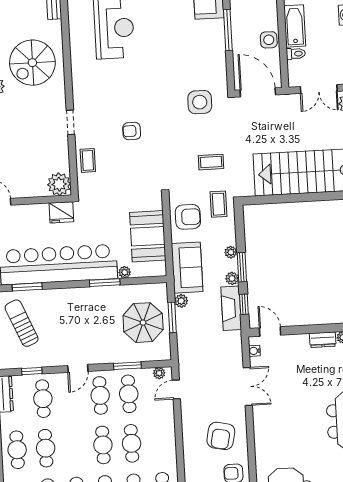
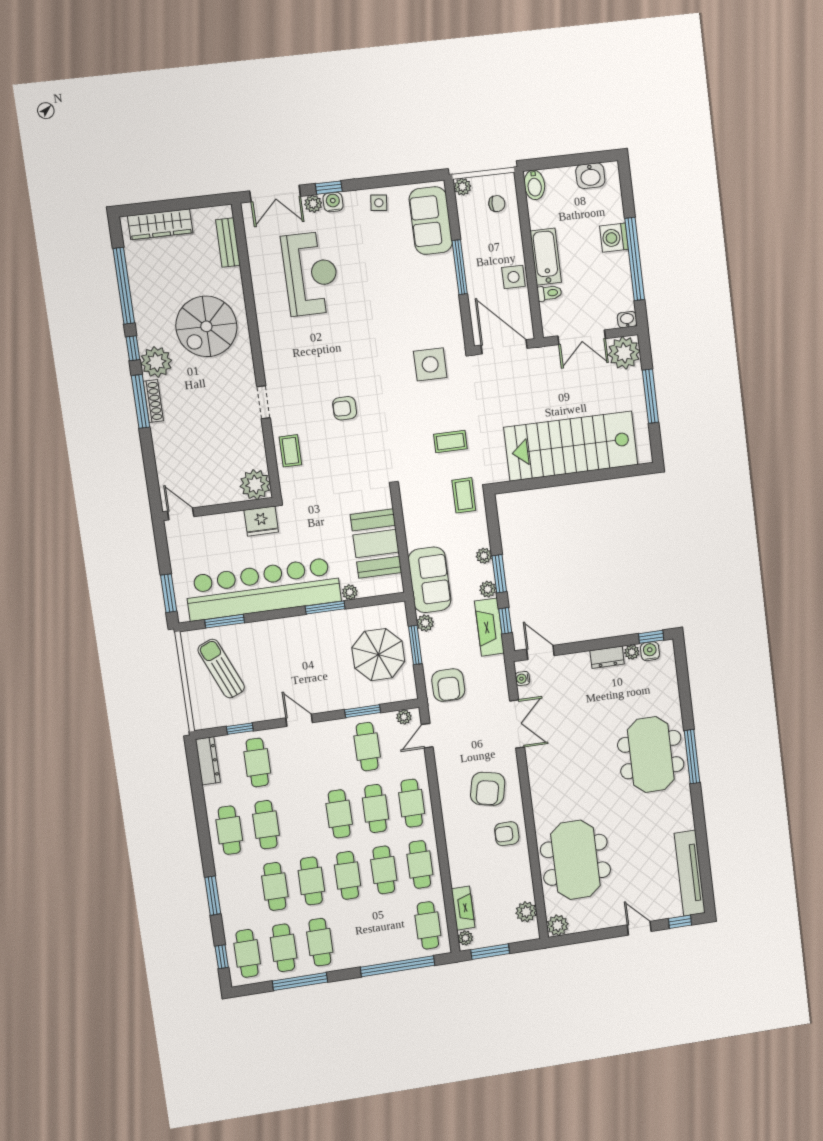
armchair: (188, 217) -> (448, 685), moved, turned 90
door: (78, 368) -> (299, 720), swing flipped
cafe table: (100, 395) -> (412, 803), moved

